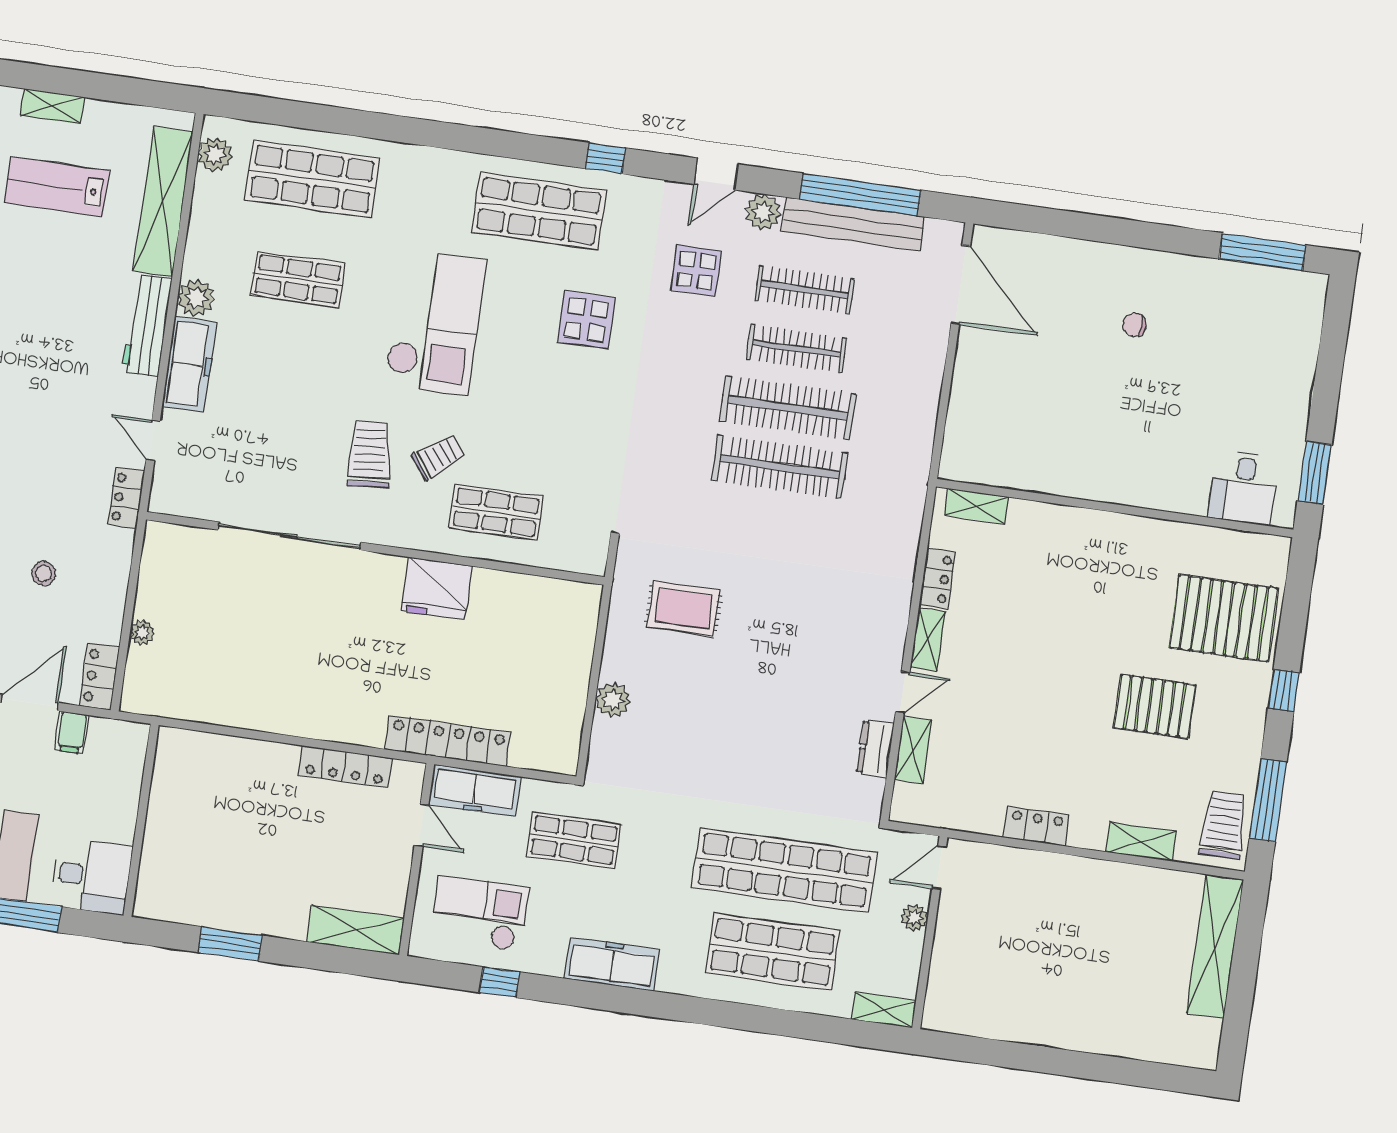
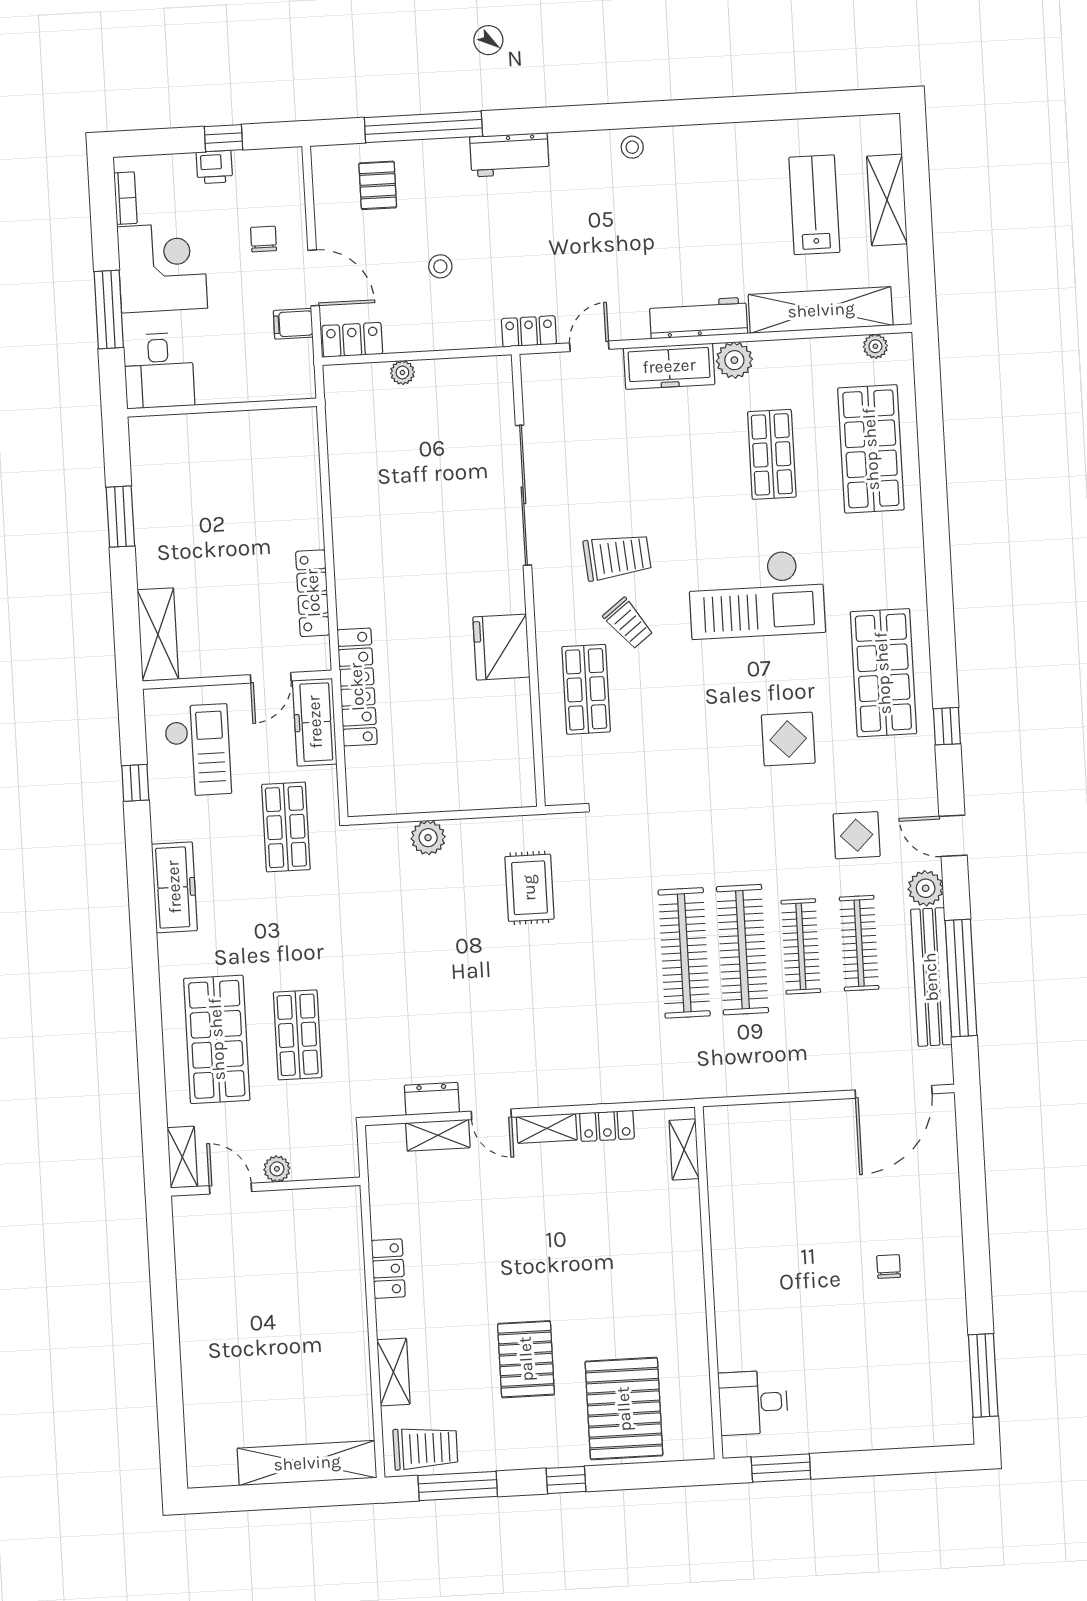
shelving: (52, 106) -> (887, 200), width x1.50, depth x1.33
plant: (215, 155) -> (875, 346), width x0.73, depth x0.73
door: (939, 867) -> (230, 1189), moved
shop shelf: (784, 870) -> (298, 1035), width x0.50, depth x0.74

